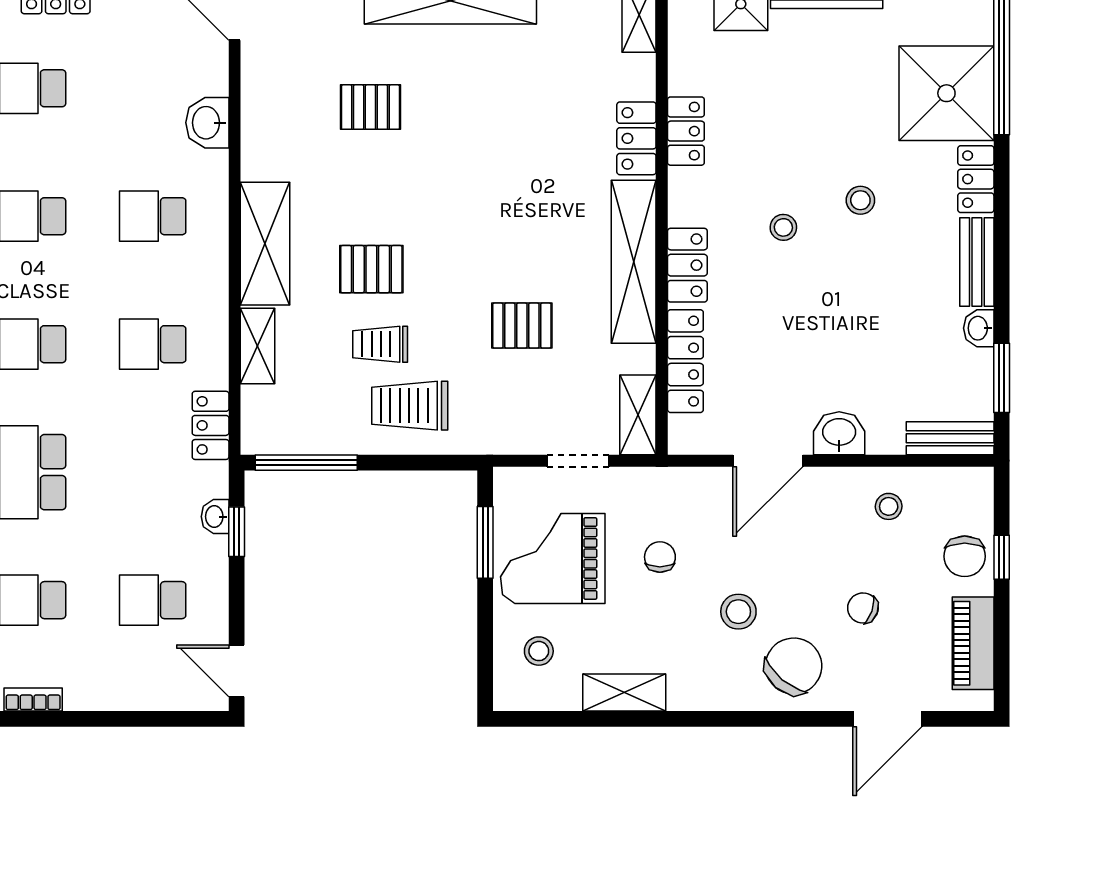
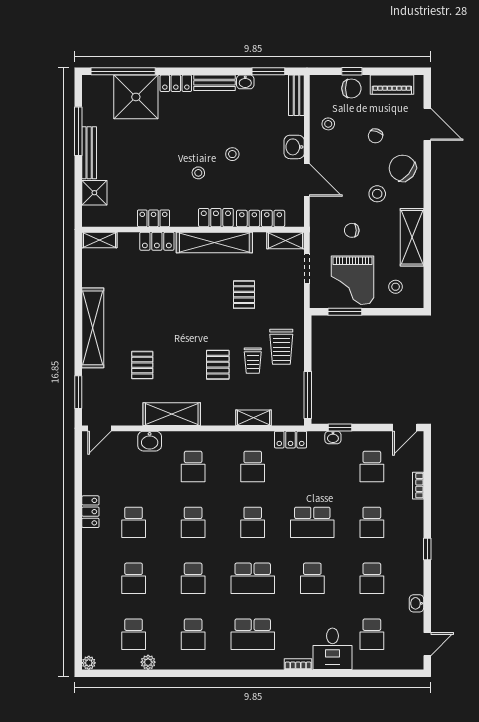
stool: (860, 200) -> (232, 154), moved
shelving: (265, 244) -> (172, 414), moved
shelving: (624, 693) -> (412, 237), width x1.50, depth x1.33
bookcase: (33, 700) -> (418, 486), moved

